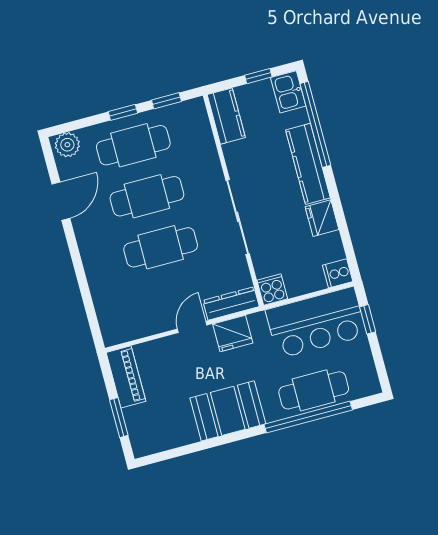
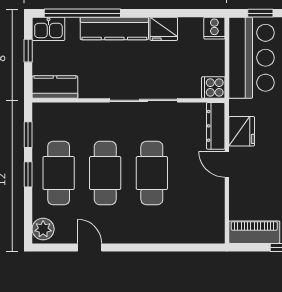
door: (61, 201) -> (90, 247), width x0.73

